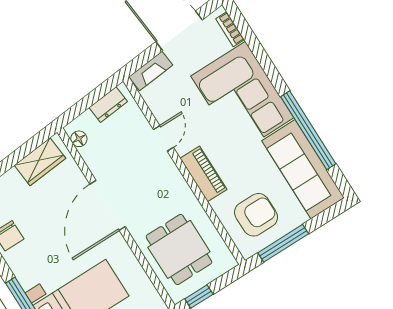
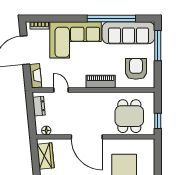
door: (163, 138) -> (61, 90), moved
window: (283, 243) -> (158, 46), moved
dining table: (179, 249) -> (129, 116), turned 90

